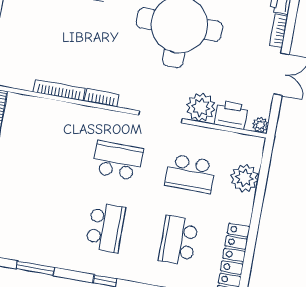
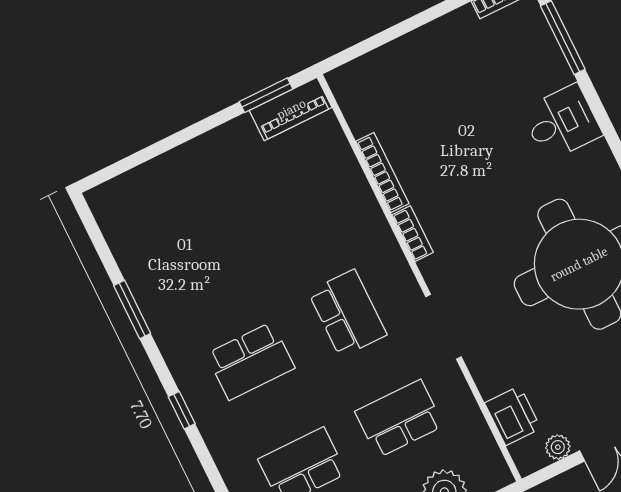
plant: (201, 107) -> (494, 369), removed
plant: (260, 125) -> (558, 447), moved
school desk: (190, 174) -> (399, 419), turned 90

